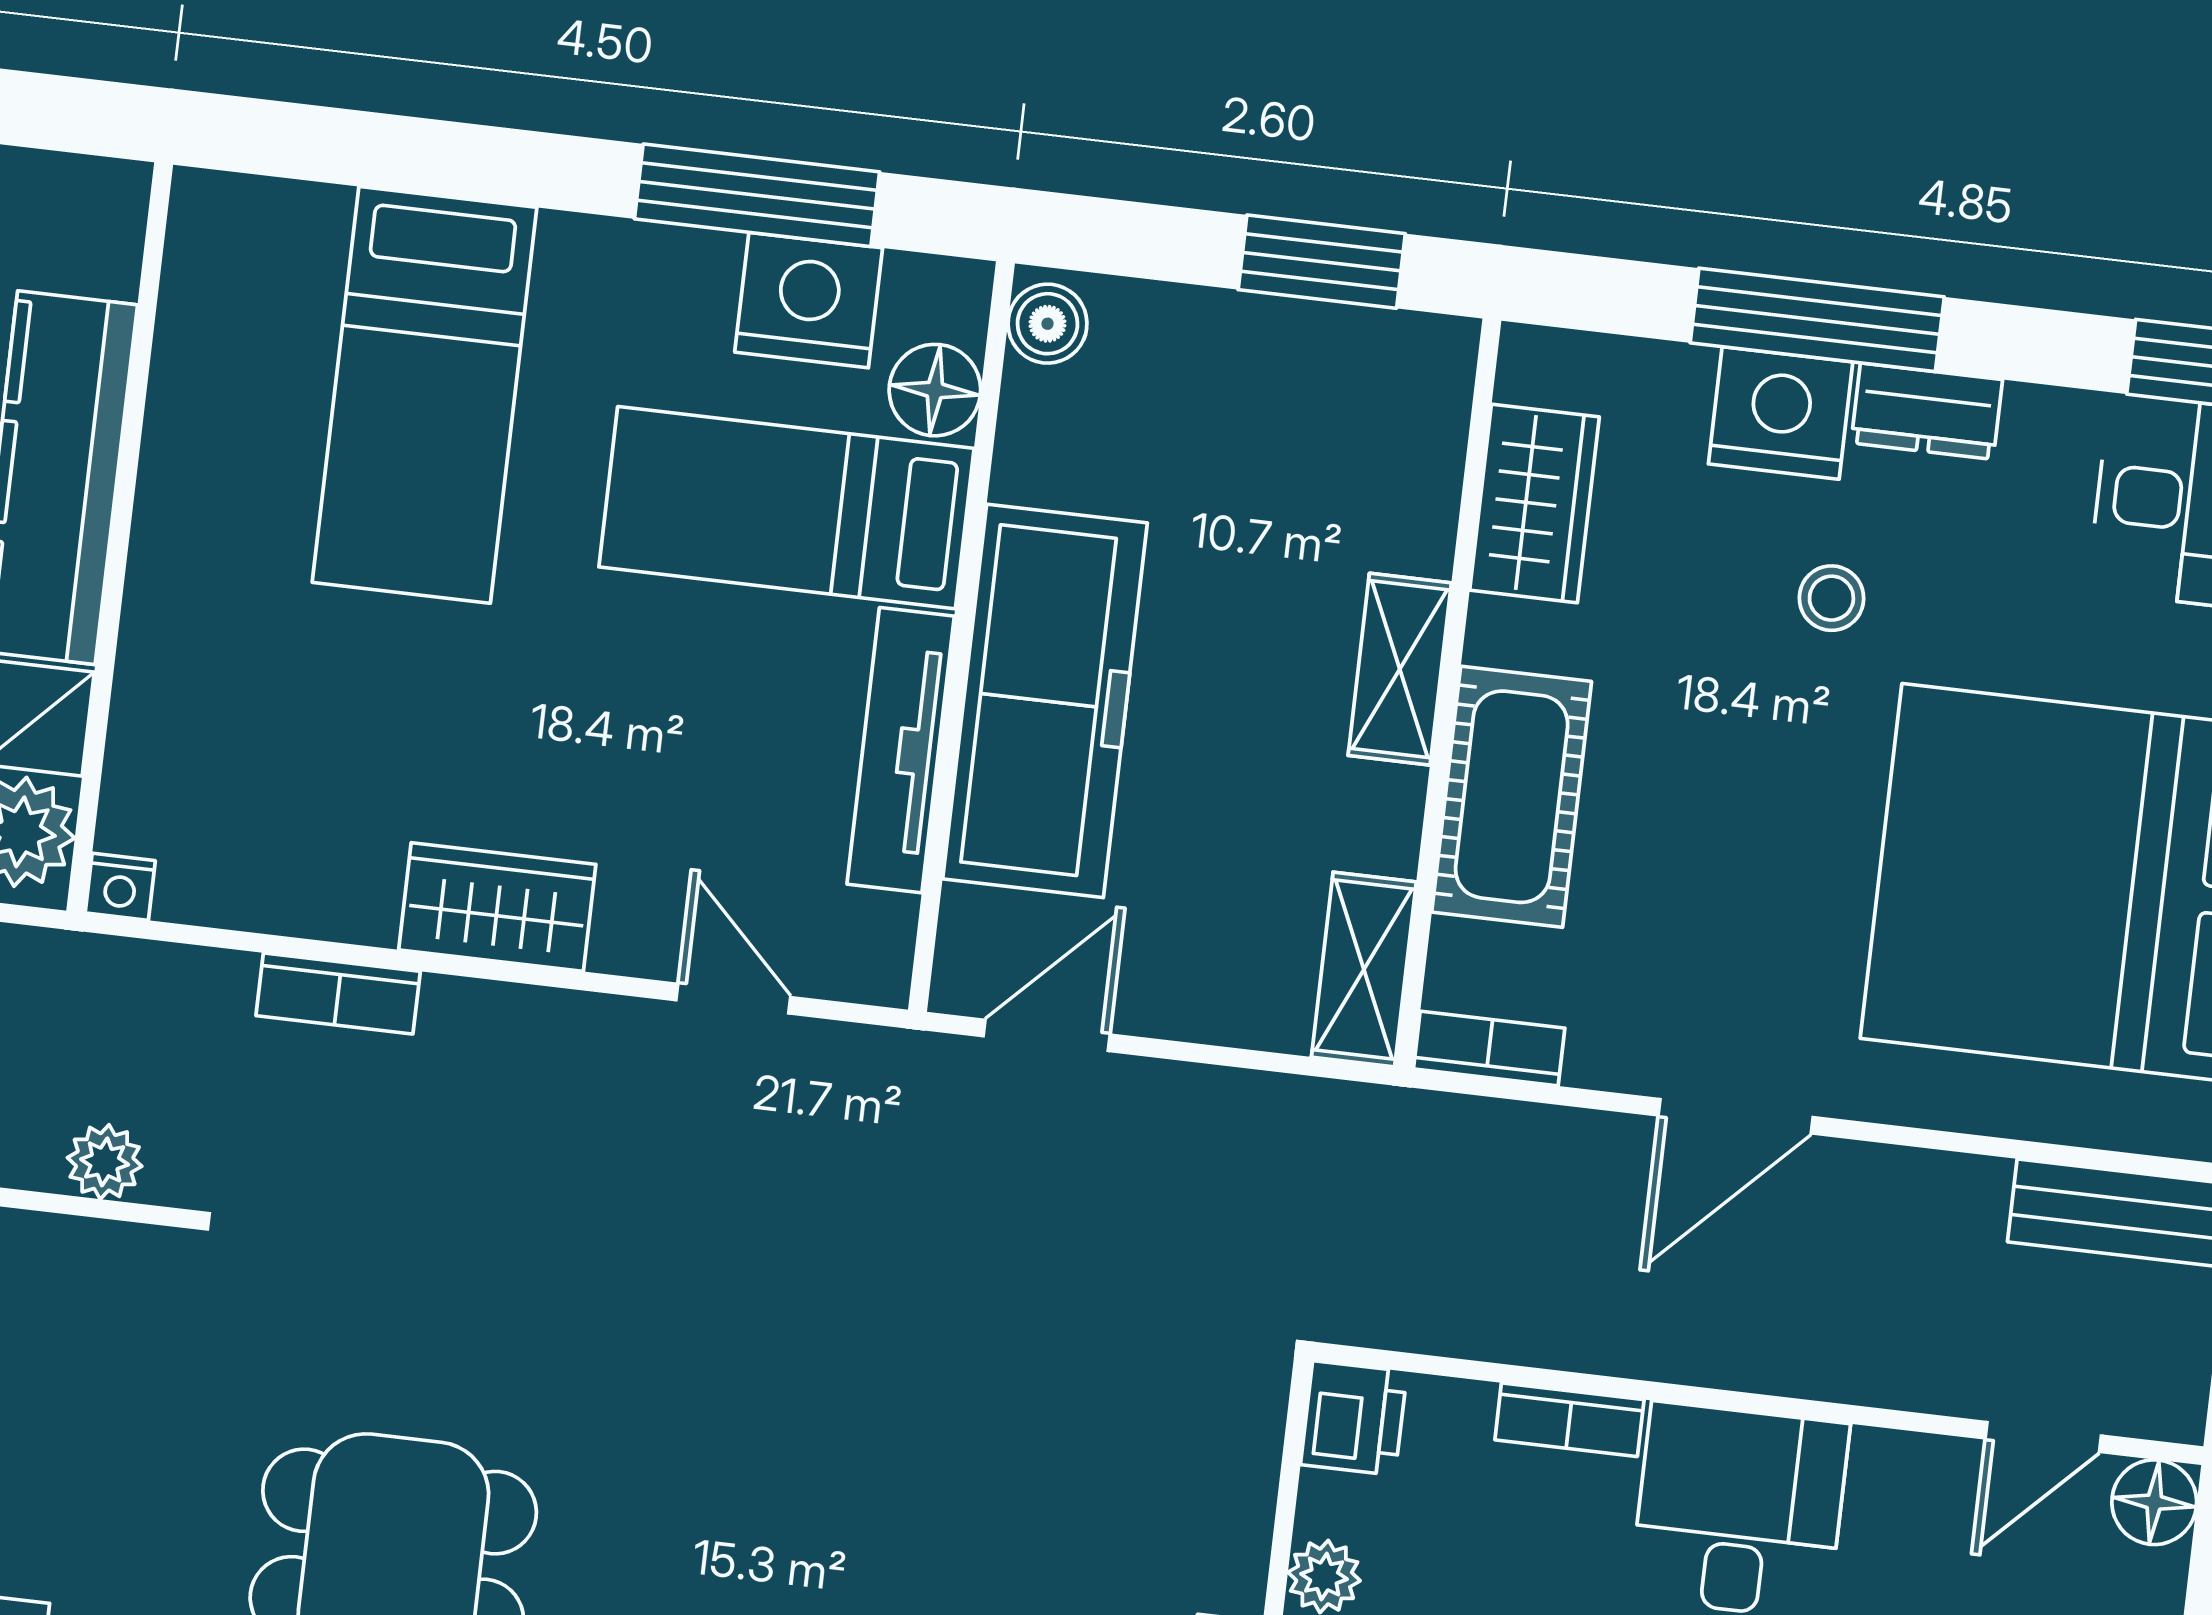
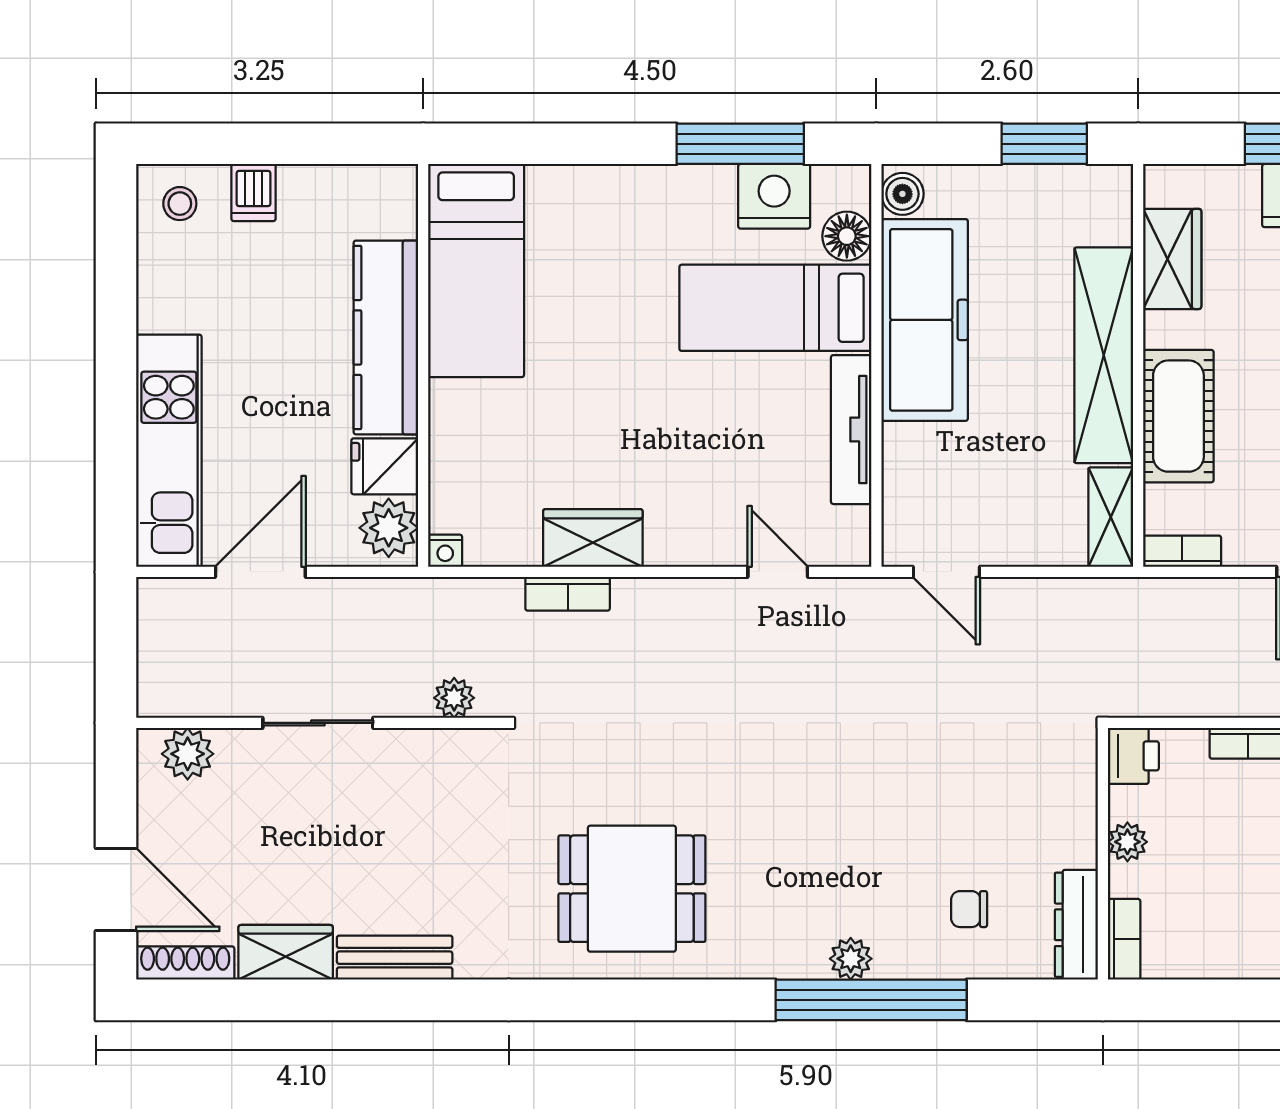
bed: (425, 395) -> (476, 271), moved
shelving: (1400, 669) -> (1104, 355), width x2.20, depth x1.33
freezer: (1045, 701) -> (925, 320), moved
wardrobe: (497, 907) -> (593, 538), moved
door: (1047, 1035) -> (946, 572), swing flipped

